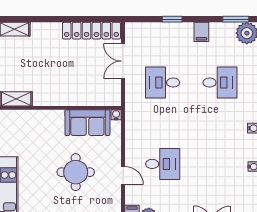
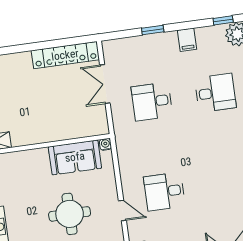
window: (236, 19) -> (223, 20), width x0.67
desk: (163, 164) -> (164, 192), turned 180

